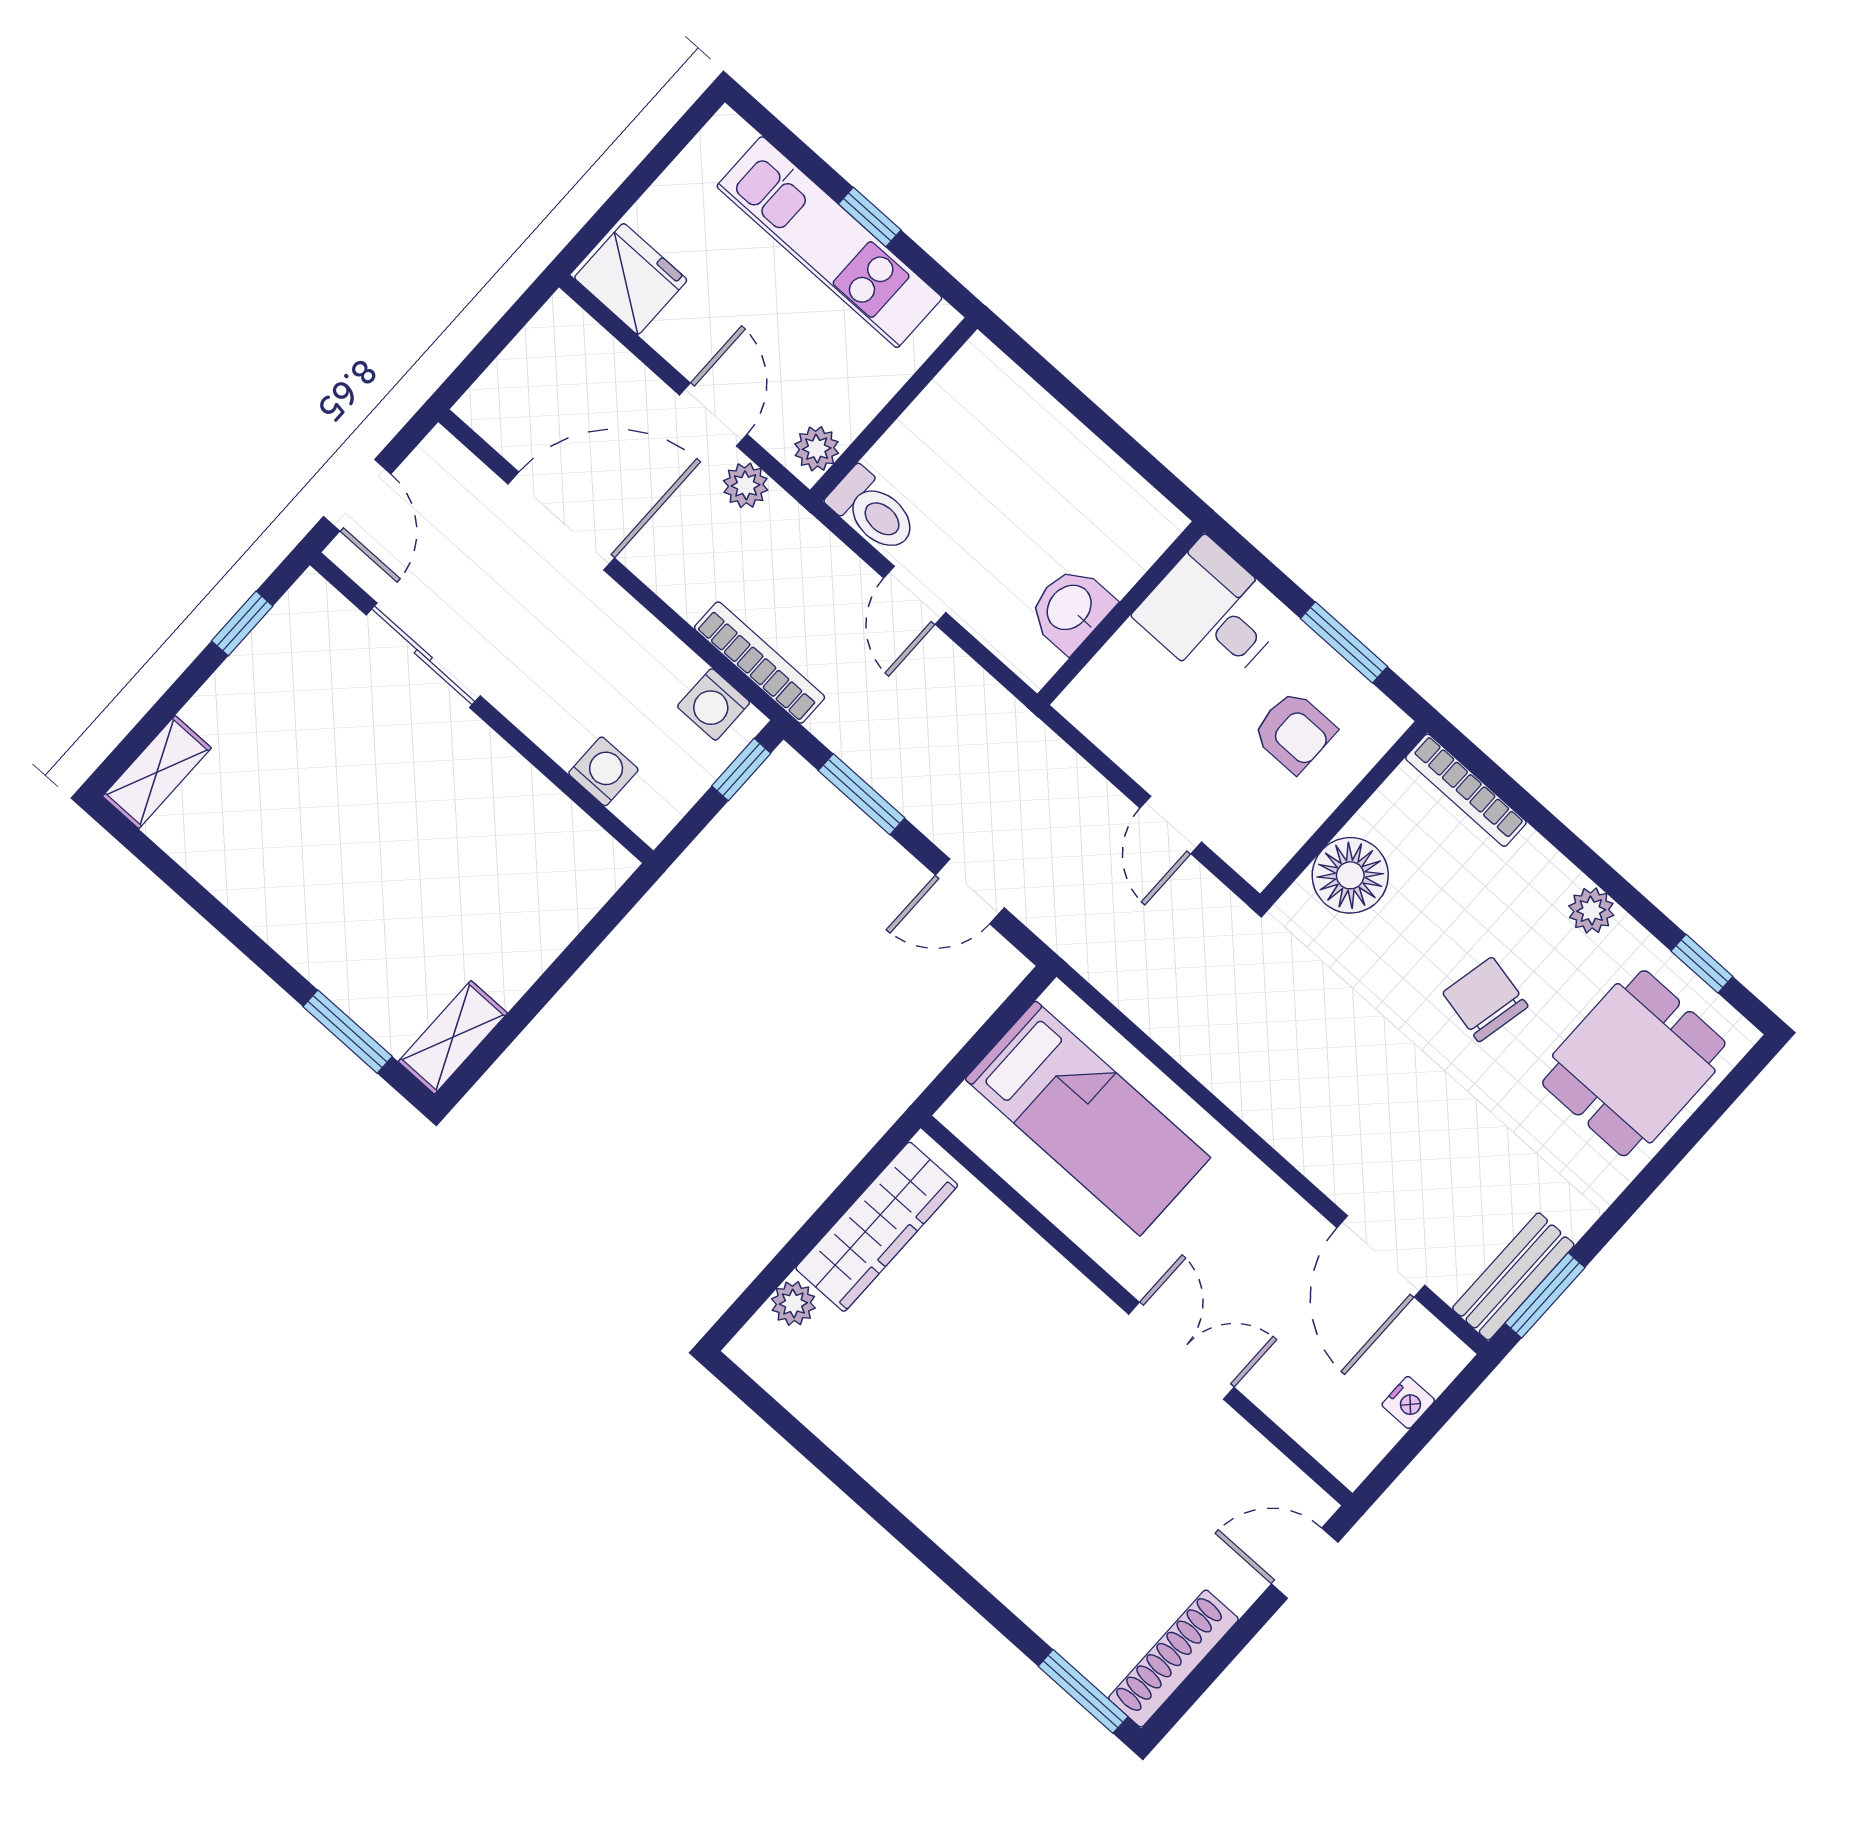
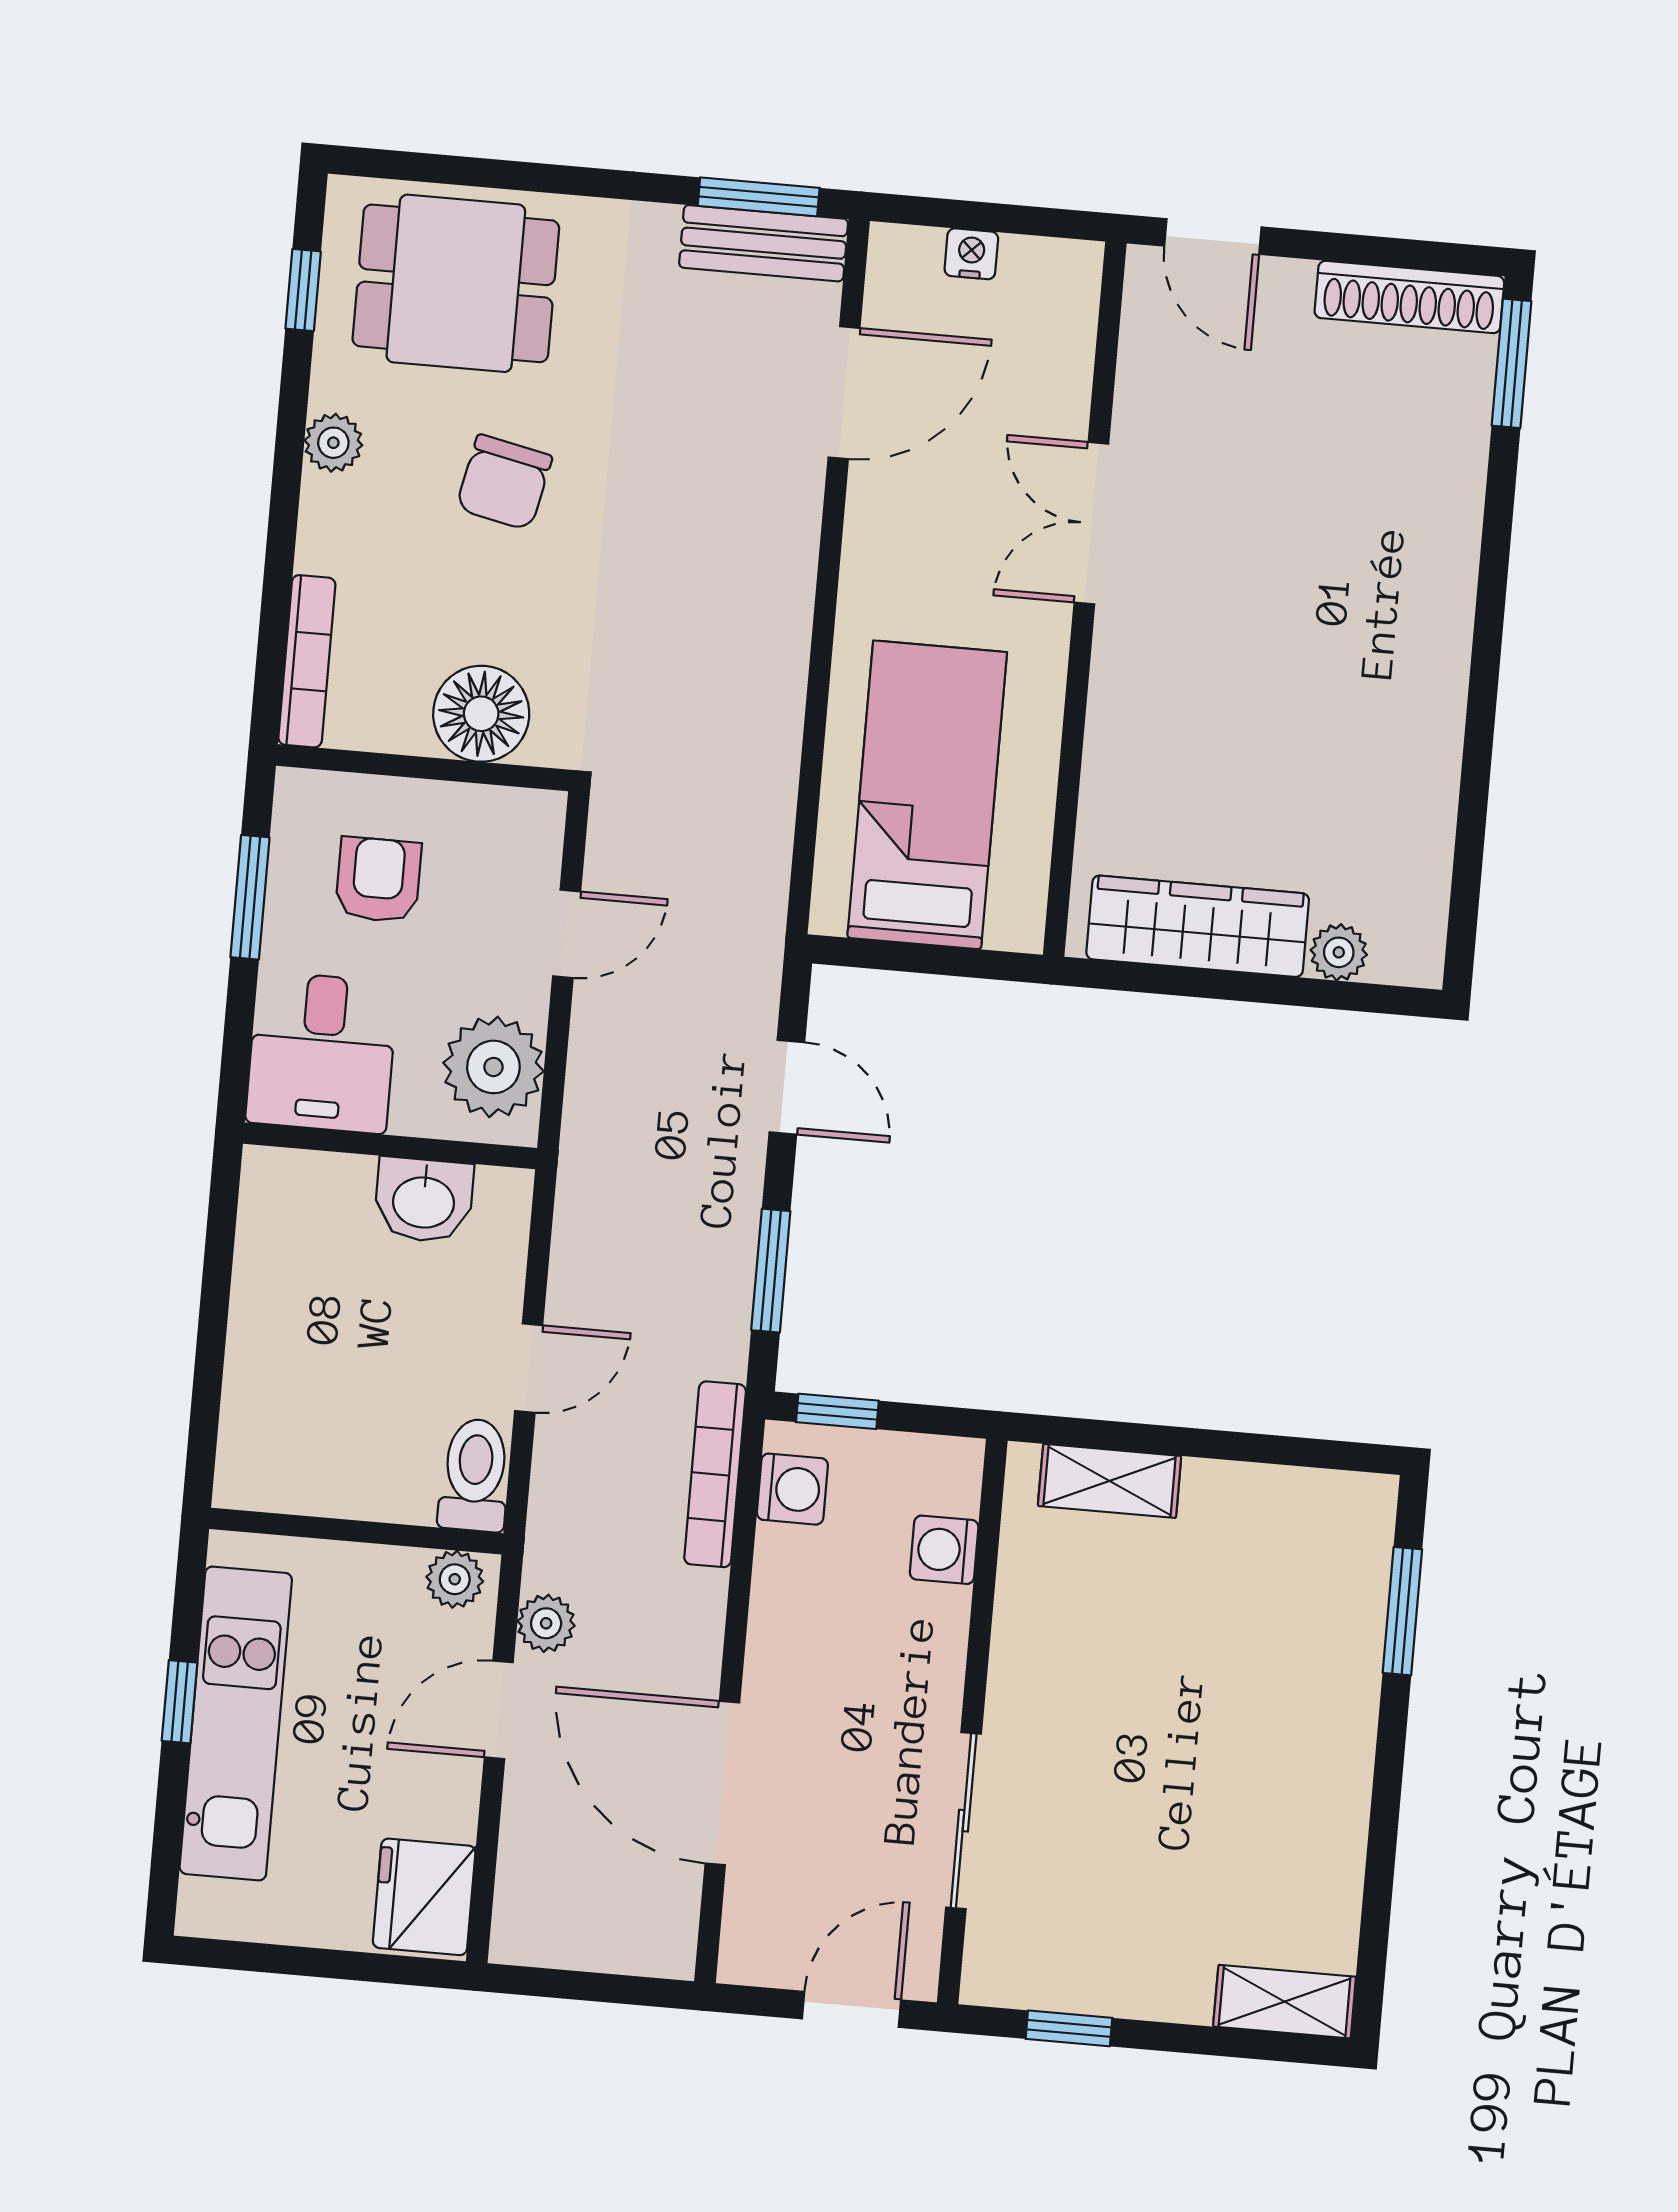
plant: (1122, 716) -> (493, 1067), added
shelving: (453, 1037) -> (1110, 1481), moved

